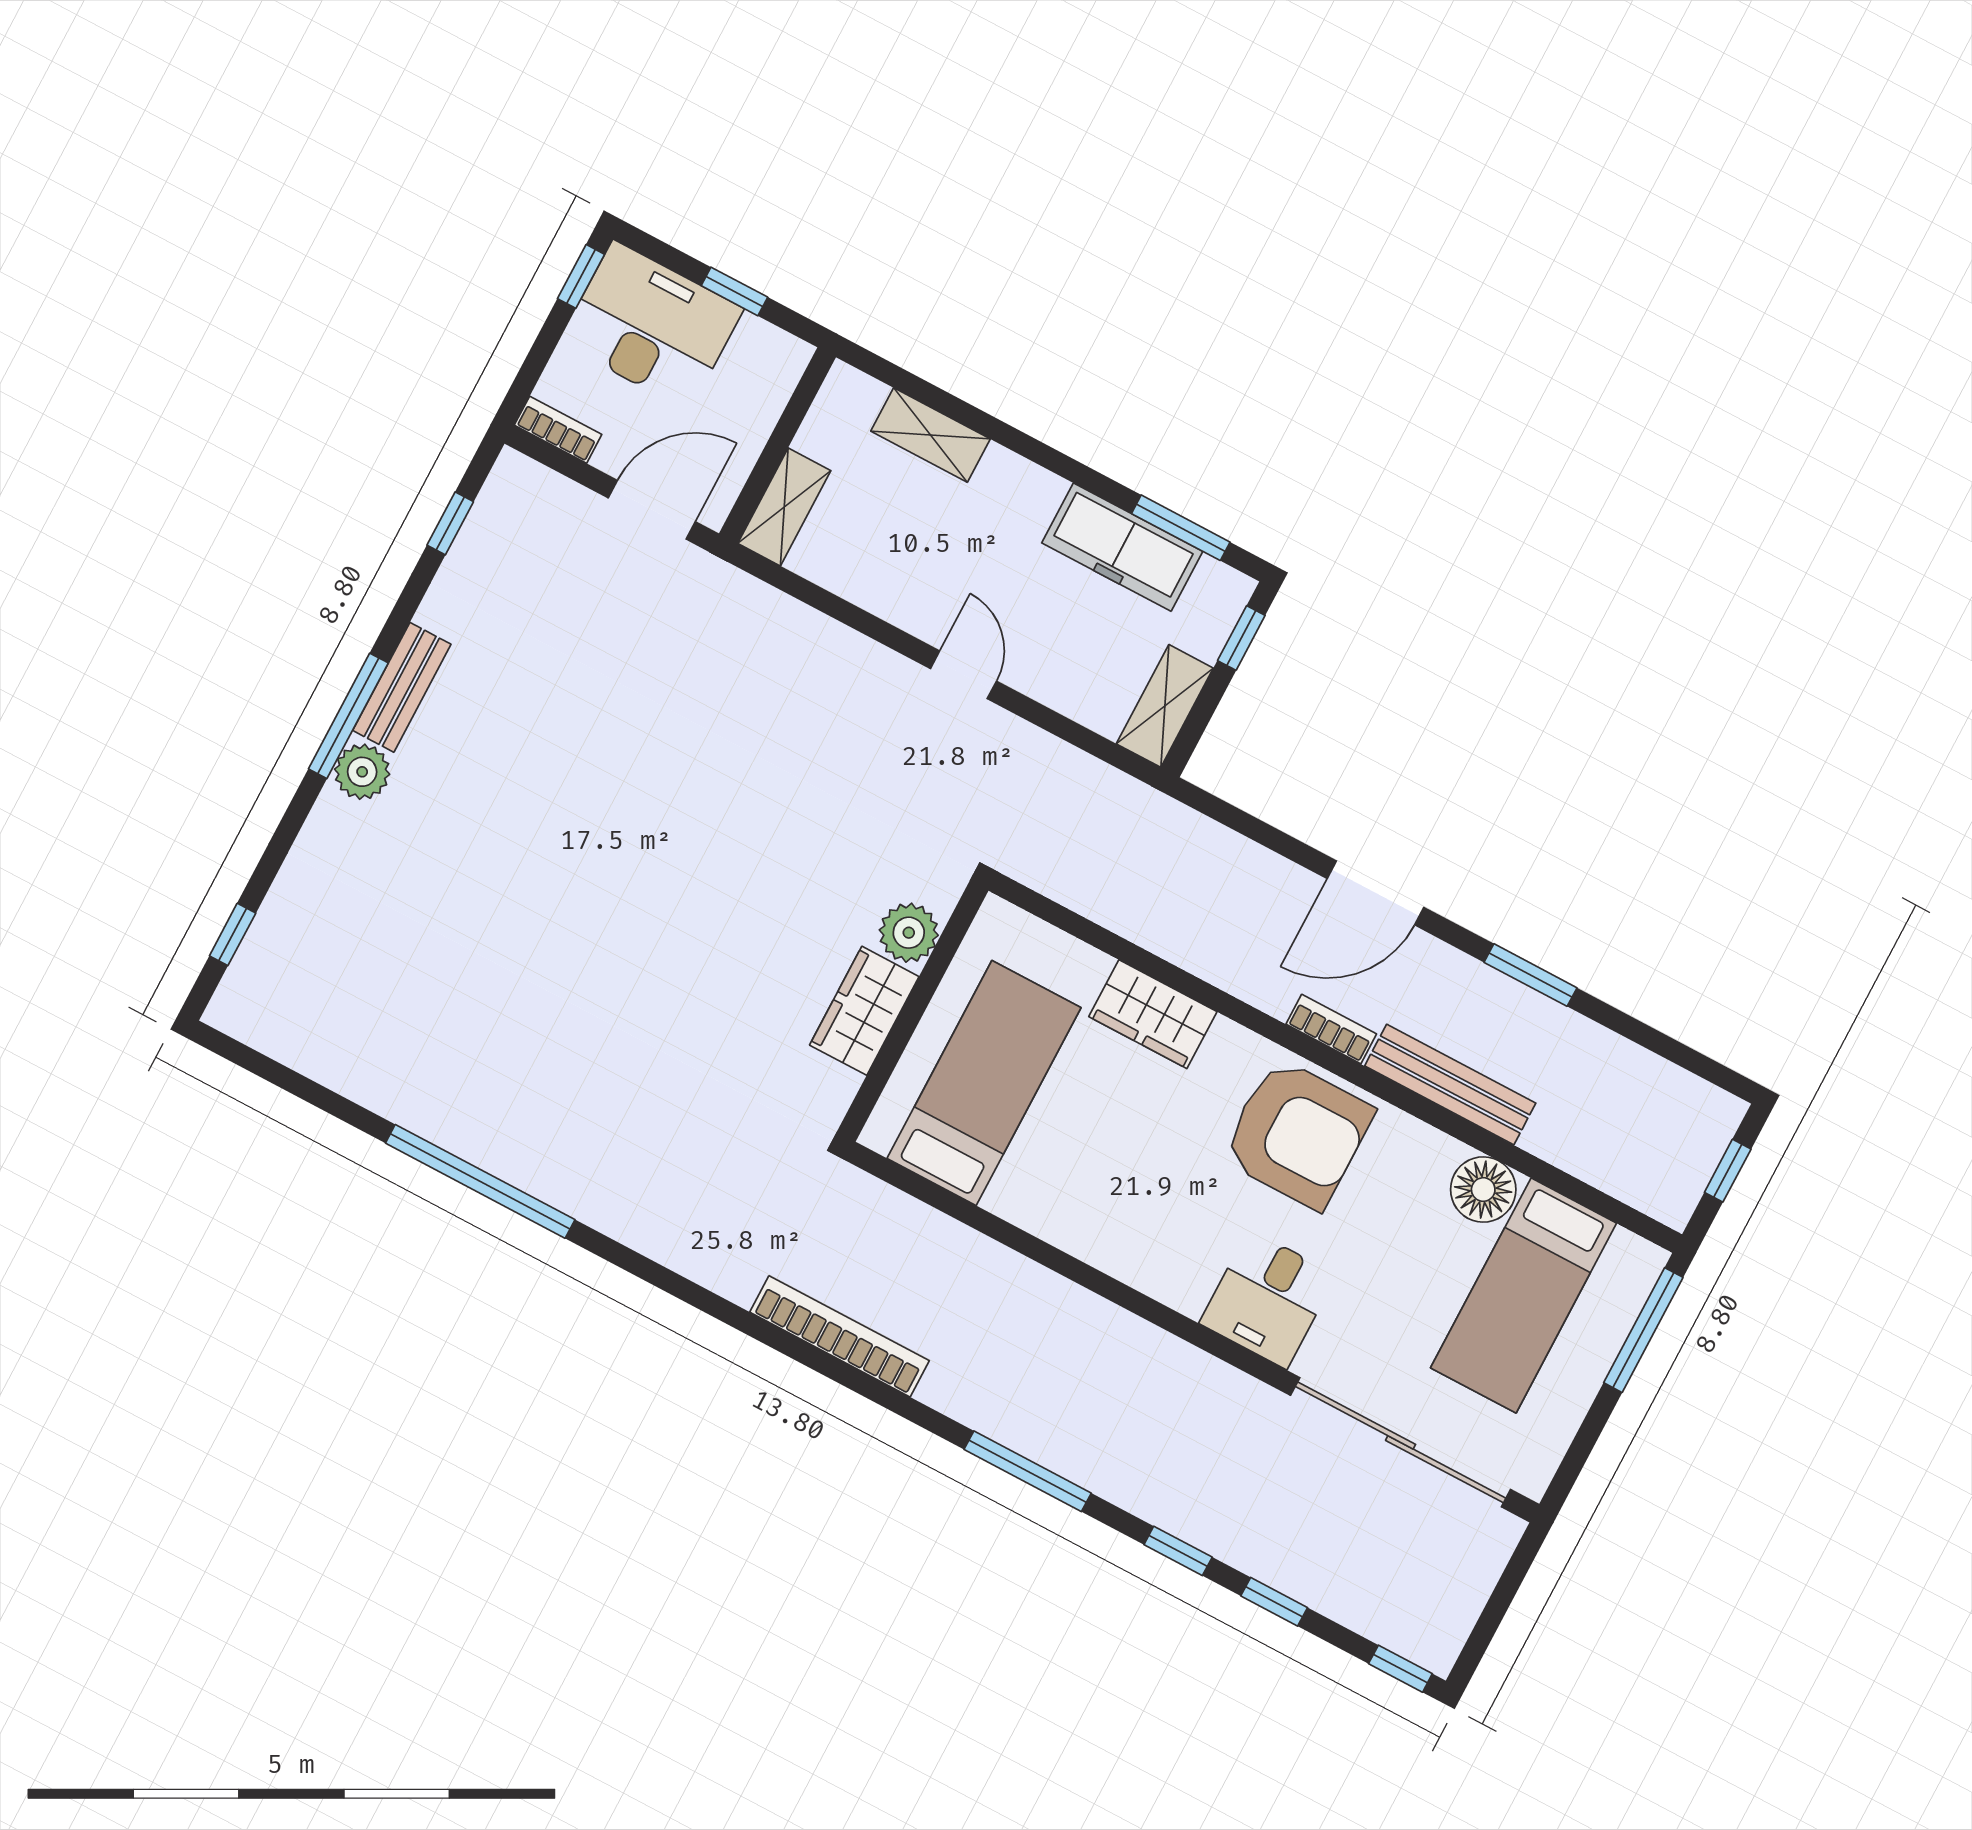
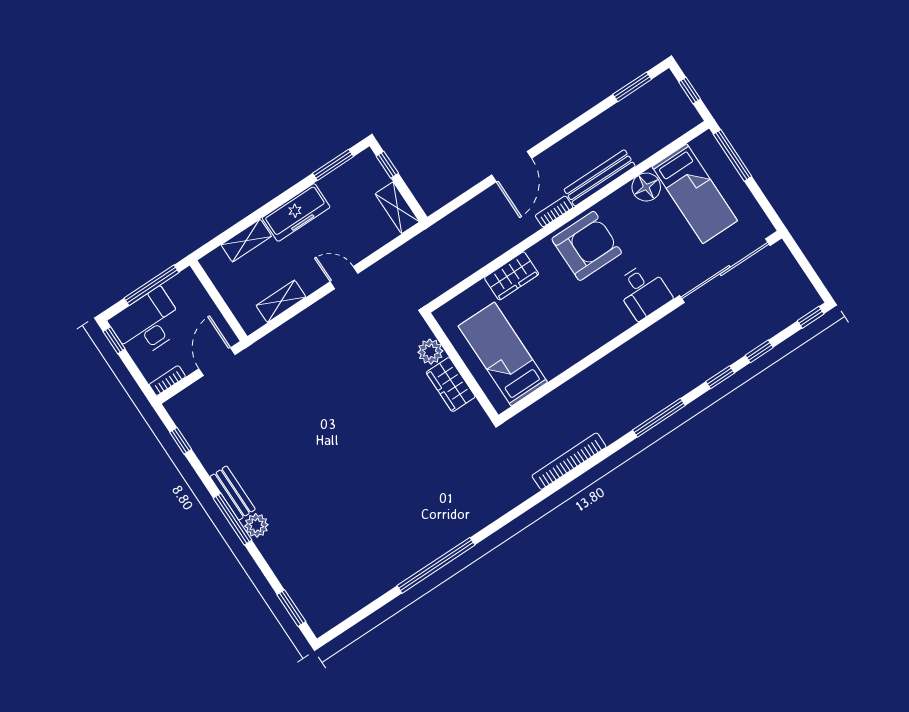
window: (734, 291) -> (151, 285), width x2.17
shelving: (784, 507) -> (281, 301), moved, turned 90
freezer: (1122, 547) -> (296, 212), moved
window: (233, 934) -> (291, 608), width x1.50
window: (1530, 975) -> (632, 87), moved

